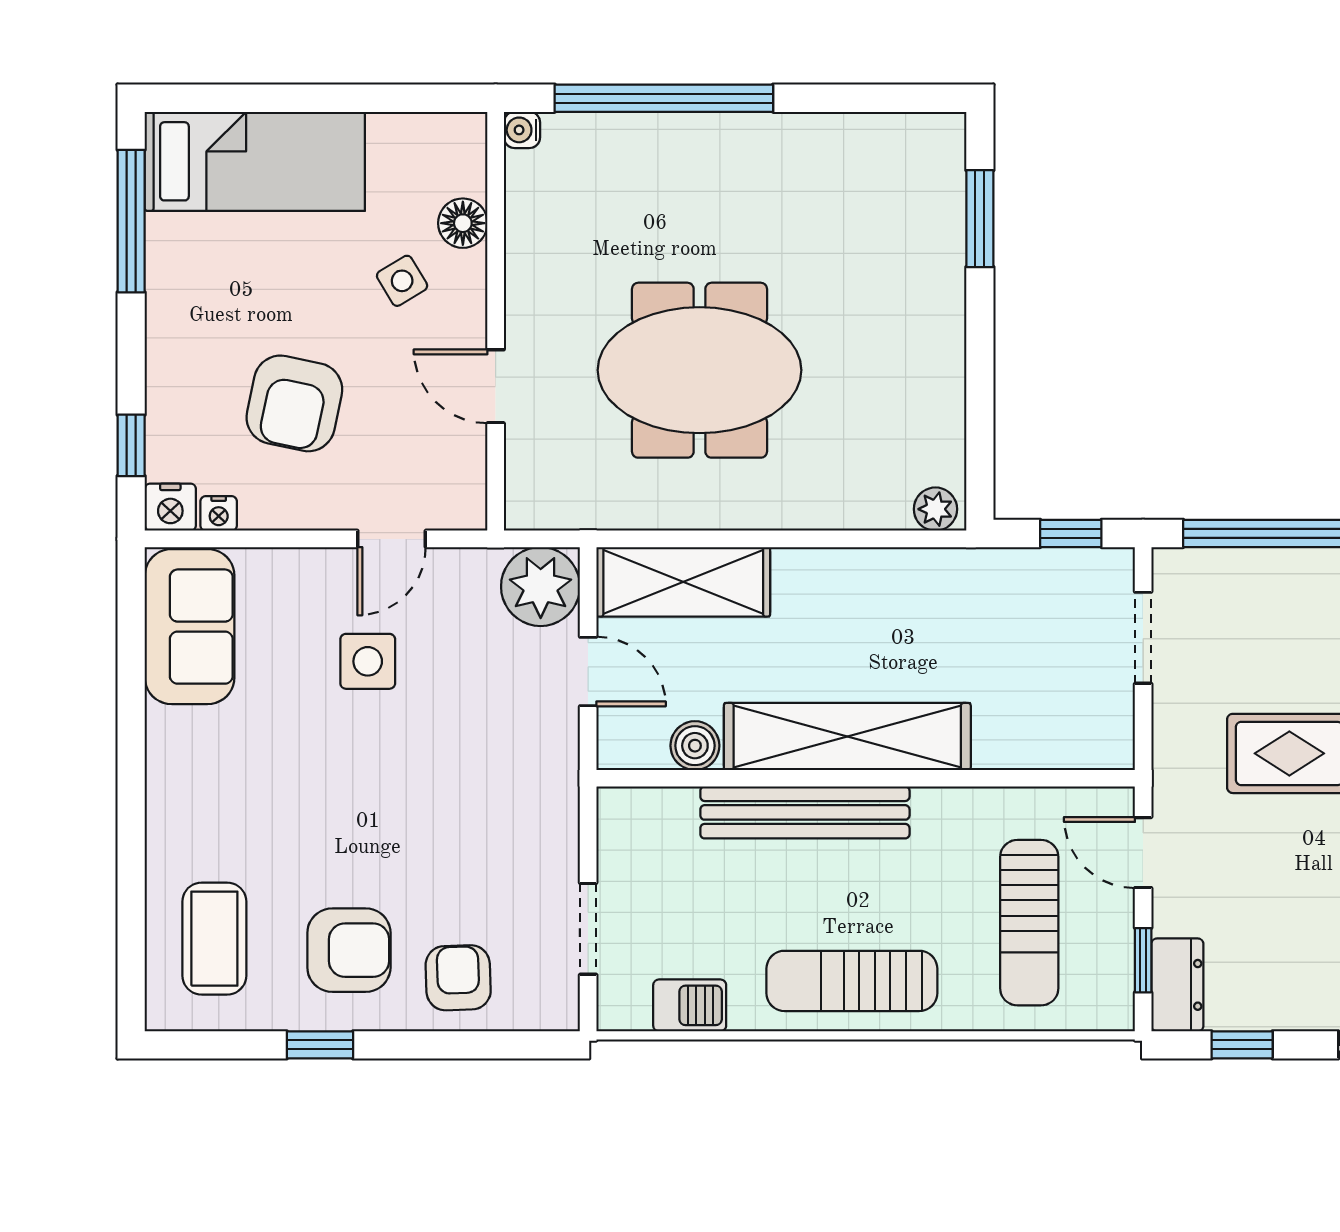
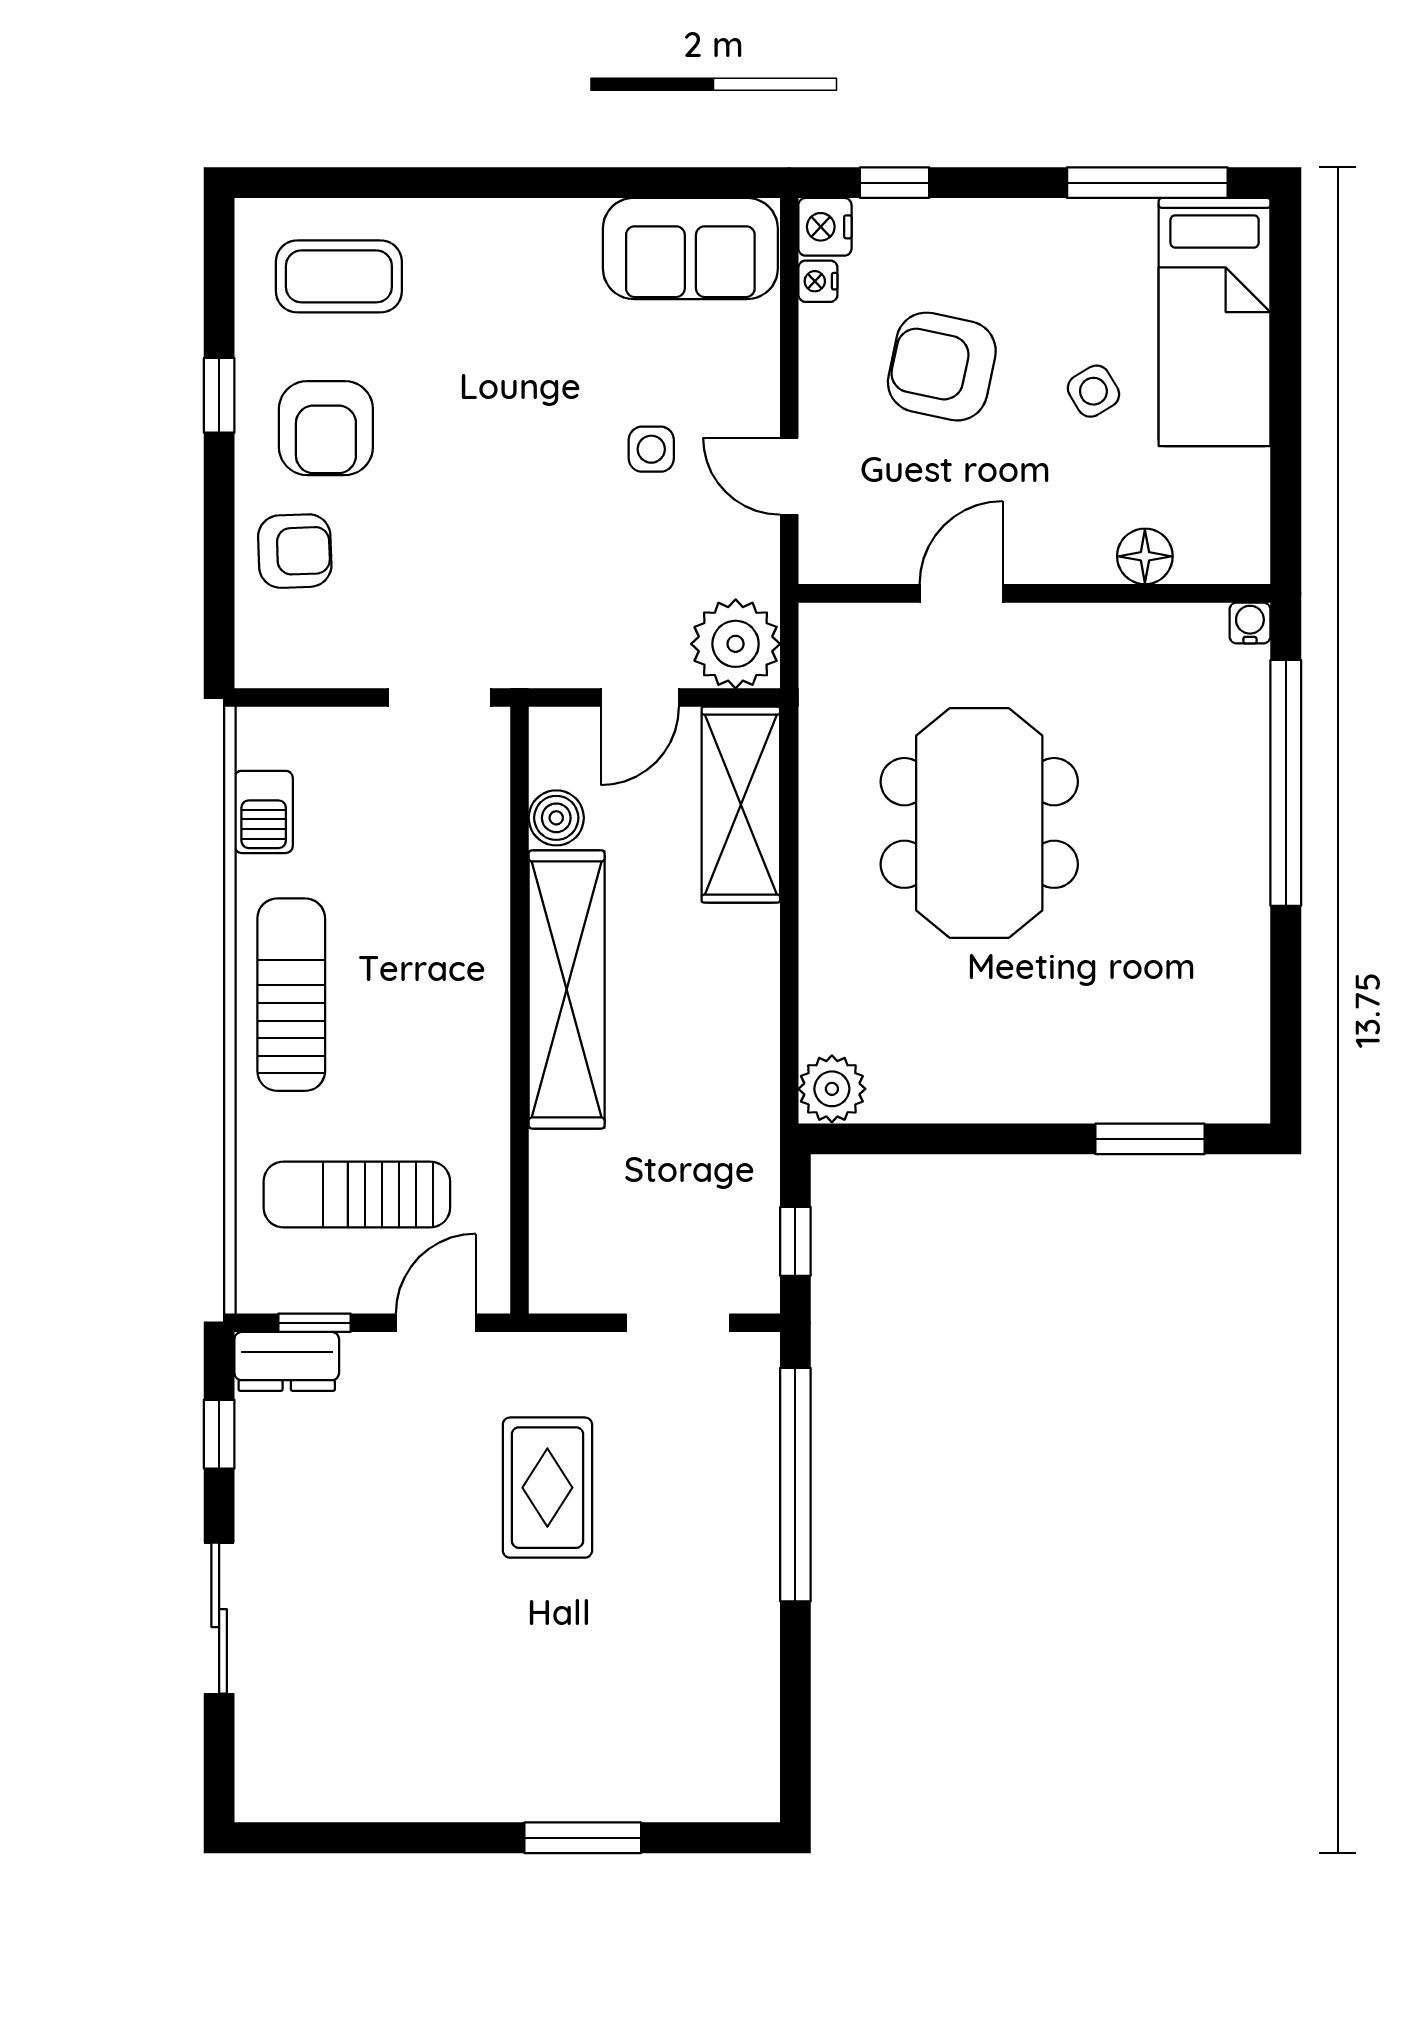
side table: (402, 281) -> (1093, 391), moved
plant: (935, 509) -> (832, 1089), width x1.38, depth x1.38
side table: (368, 661) -> (651, 449), width x0.73, depth x0.73
bench: (805, 812) -> (481, 942), removed
doorway: (588, 929) -> (439, 698), moved

